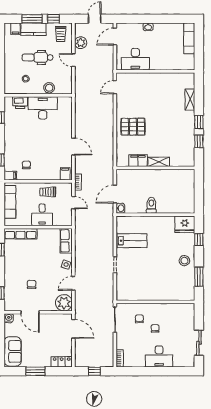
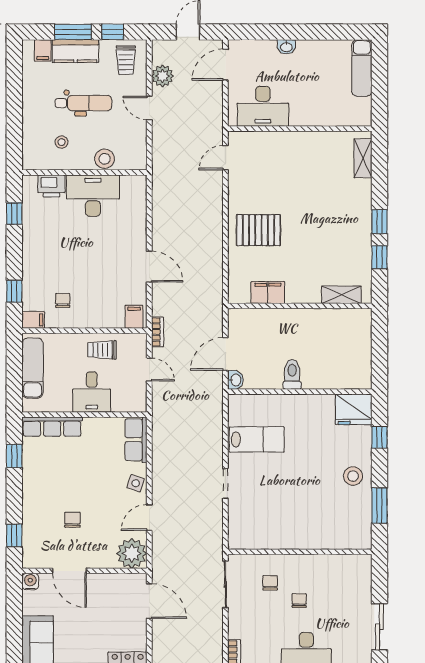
dental chair: (38, 57) -> (83, 103), turned 180
shelving: (190, 100) -> (363, 158), moved
shelving: (159, 162) -> (341, 295), moved

